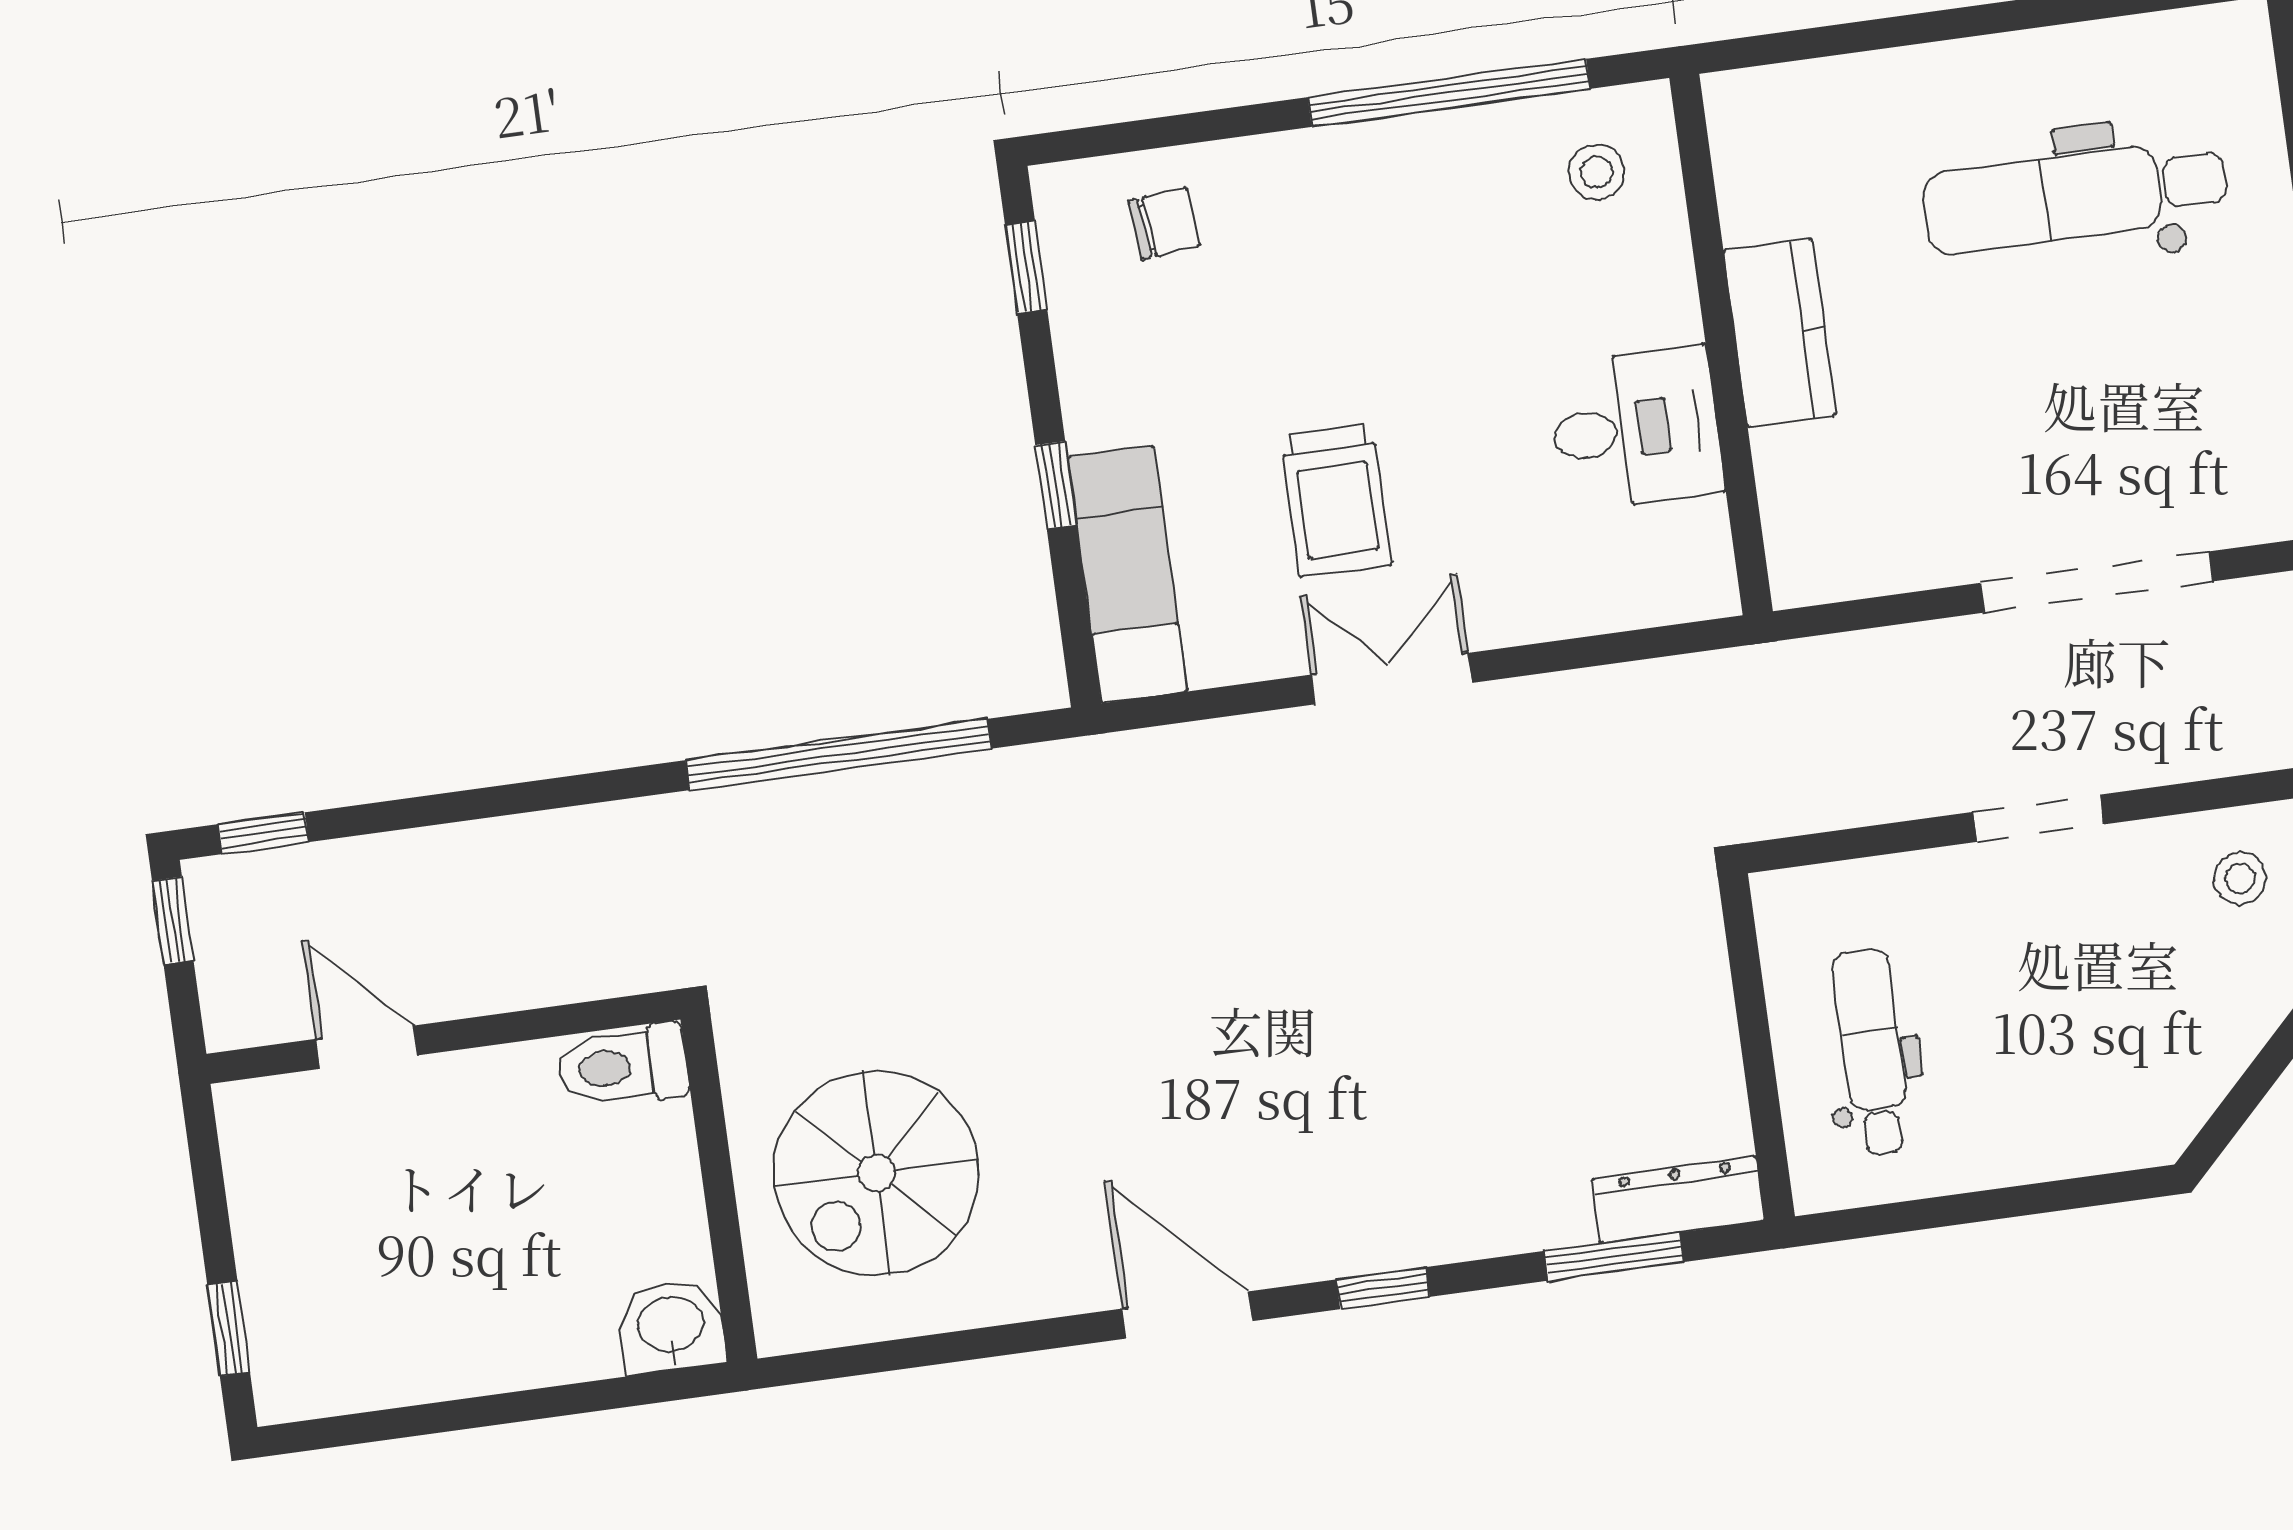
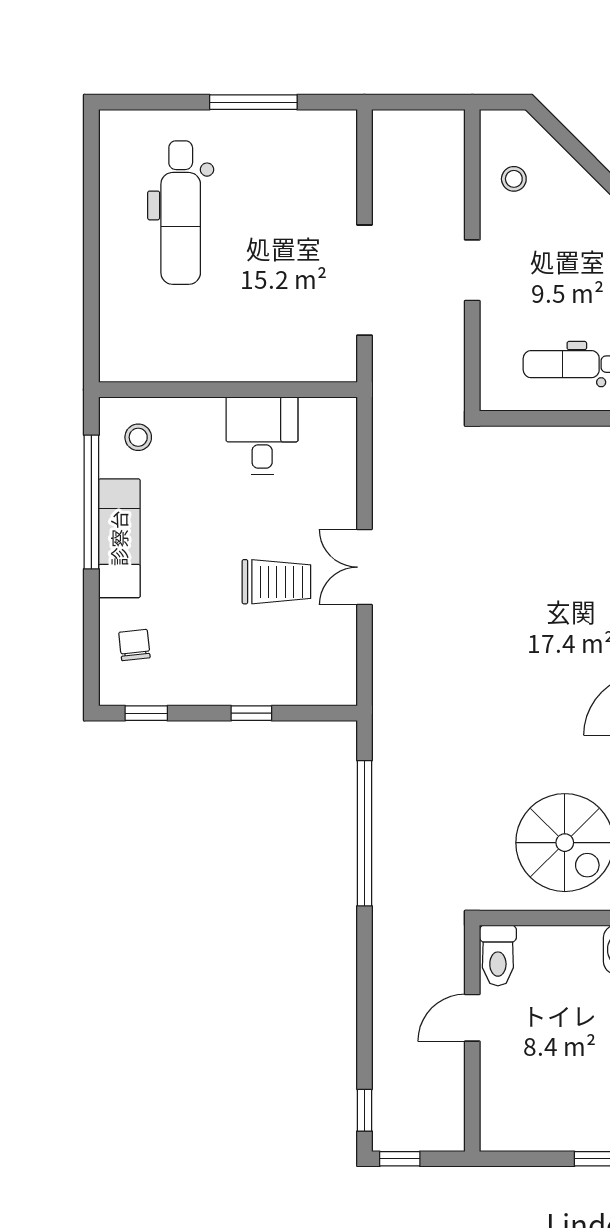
kitchen counter: (1780, 333) -> (226, 361), removed
exam couch: (1127, 574) -> (119, 538), moved, turned 90
doorway: (2096, 582) -> (364, 280), moved
door: (367, 1047) -> (472, 1018), moved

